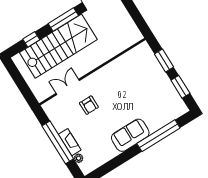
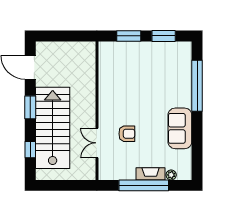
window: (63, 19) -> (30, 107), width x0.69
sofa: (130, 135) -> (180, 128), moved

